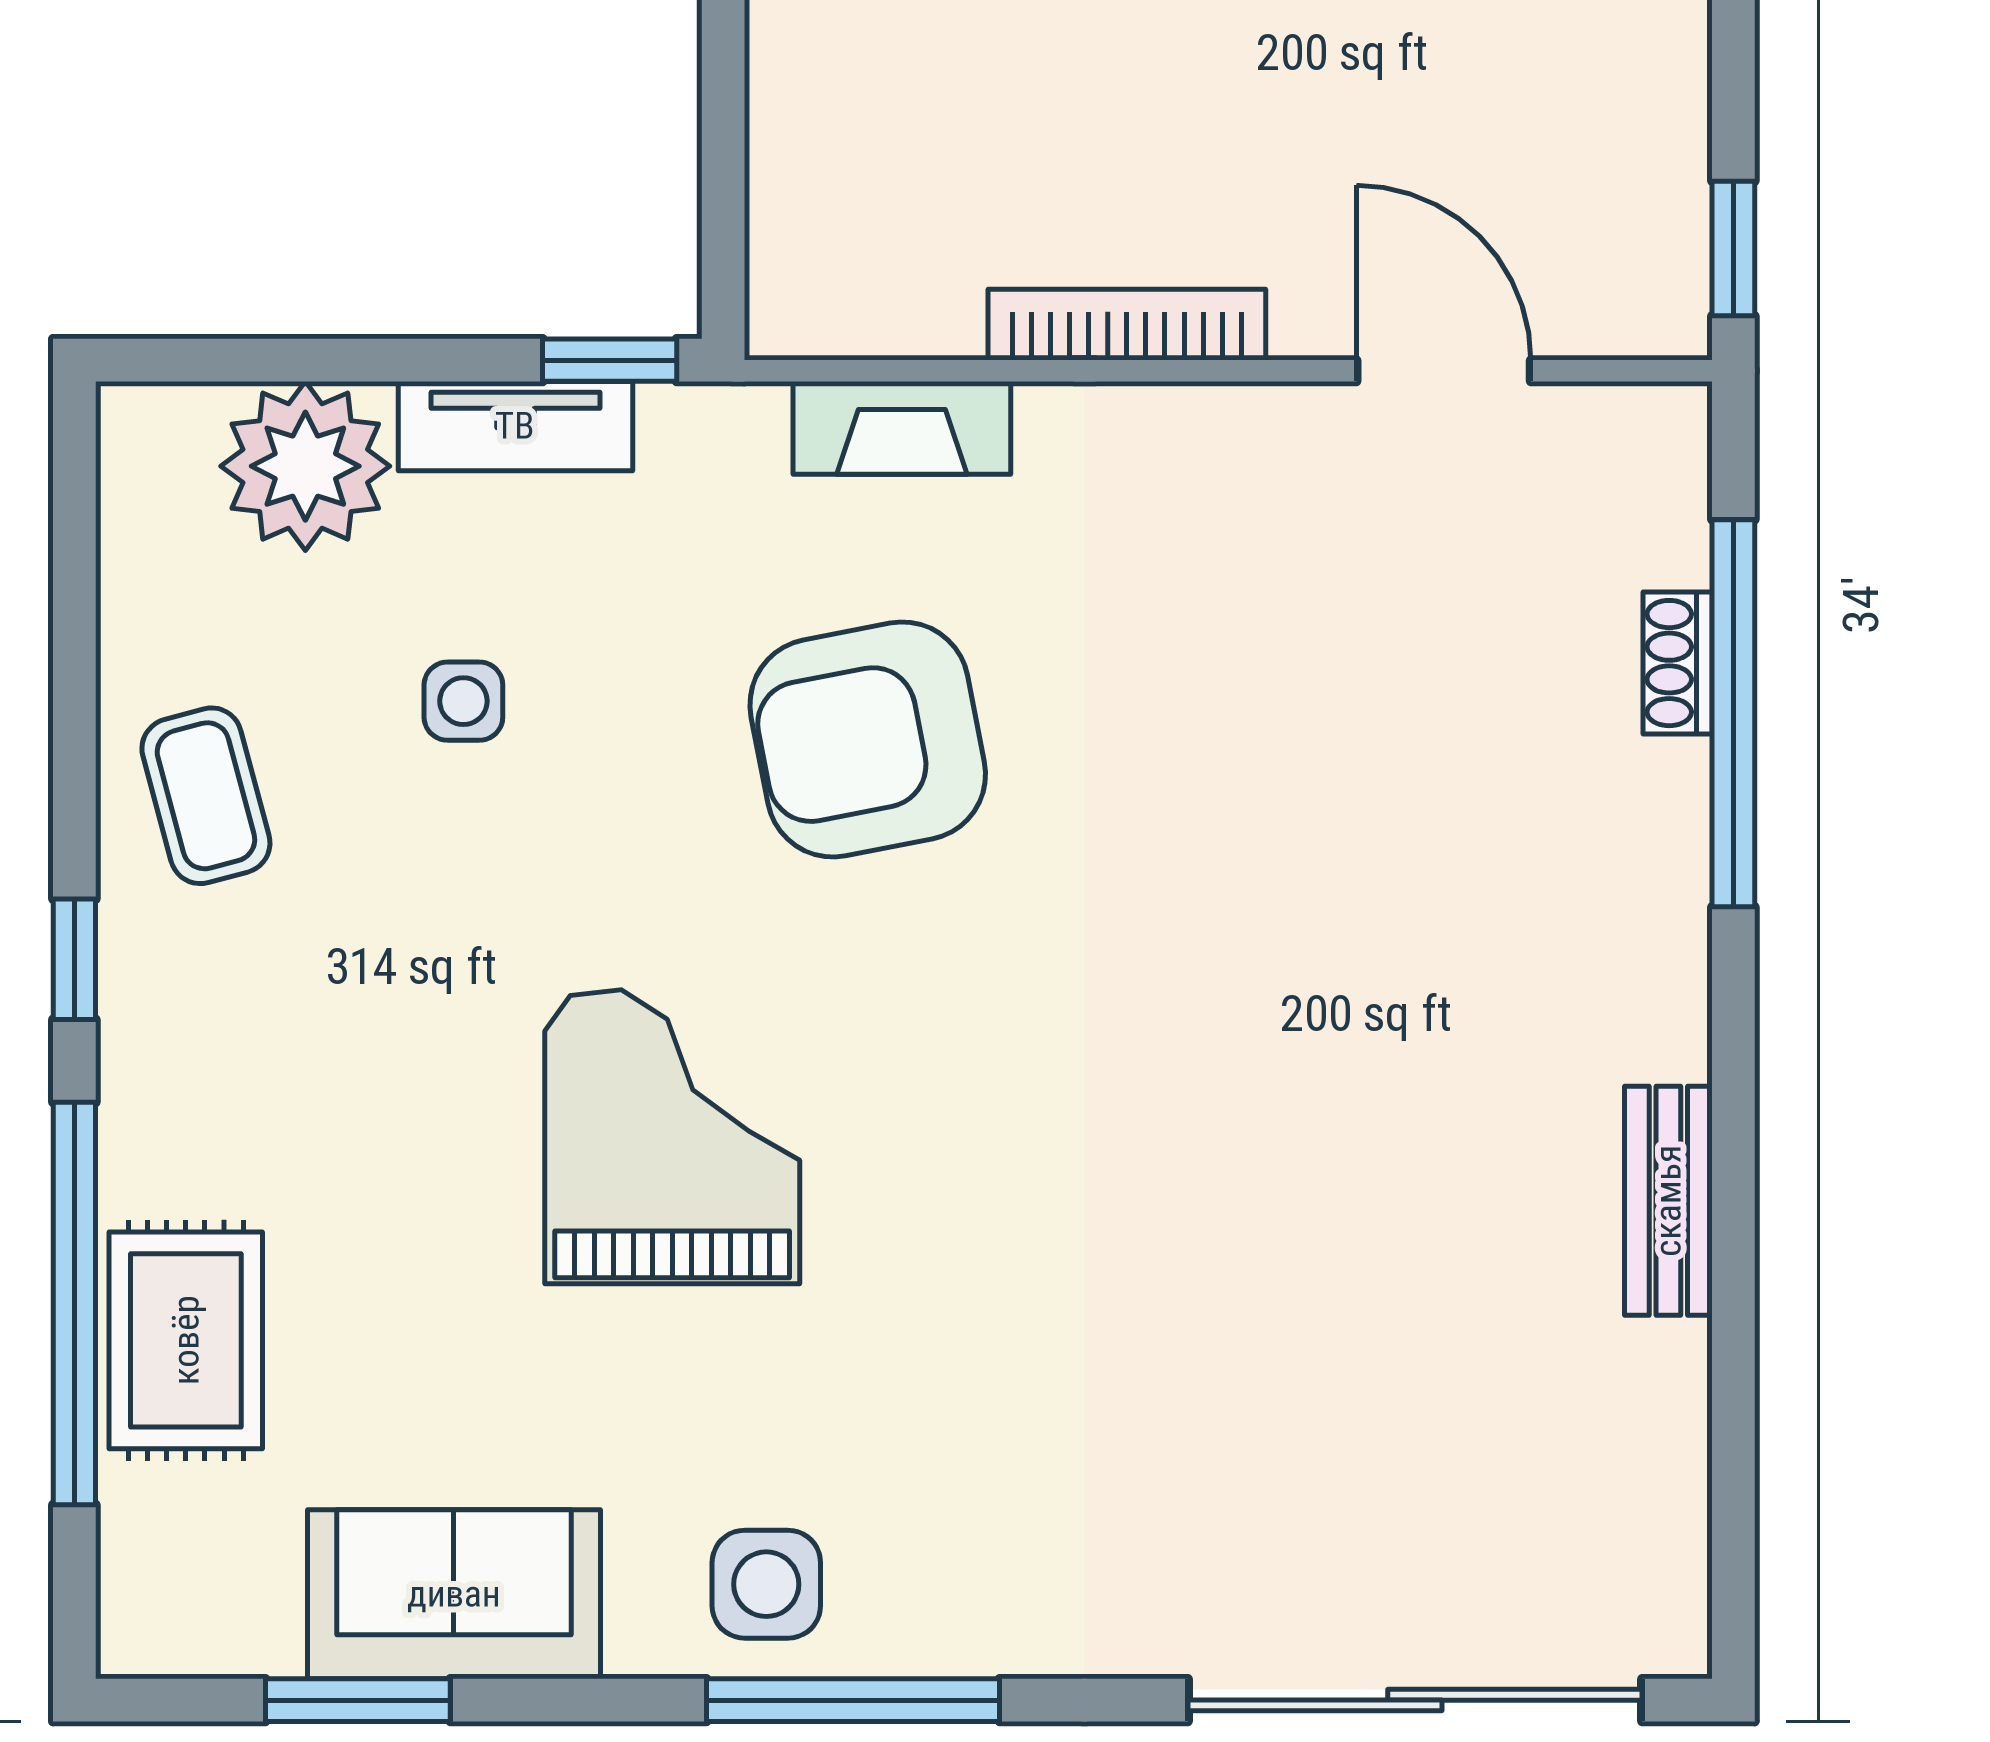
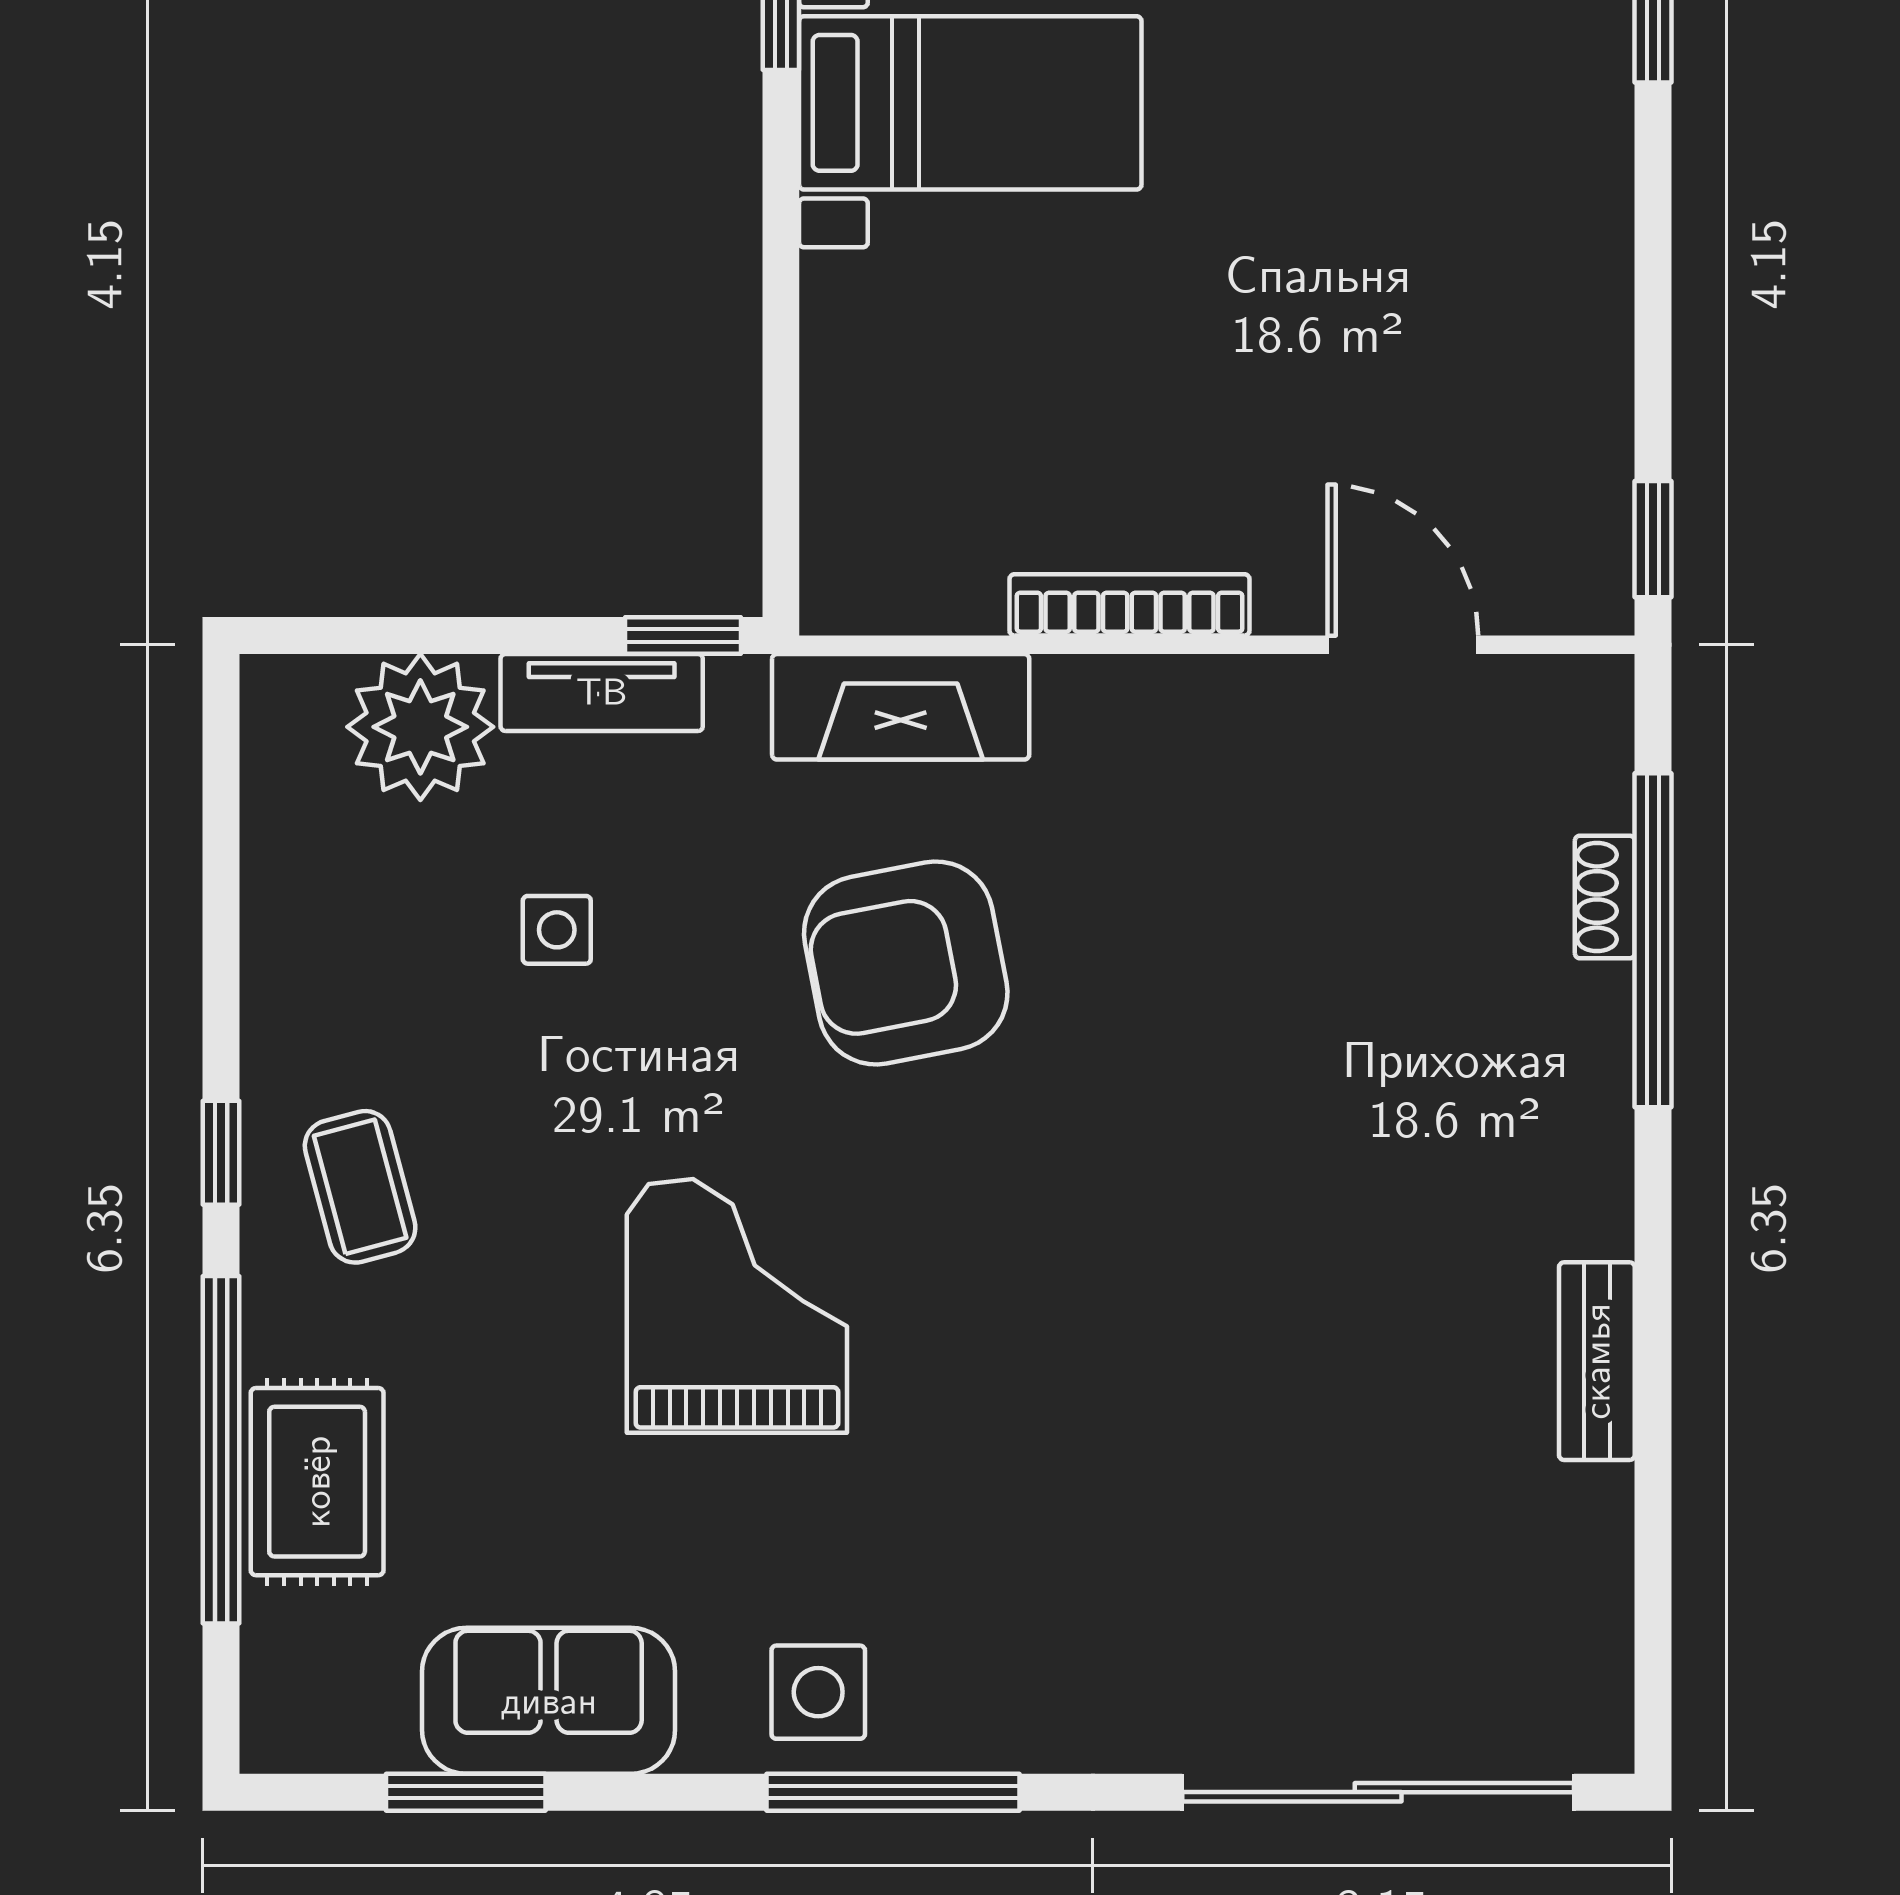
fireplace: (902, 428) -> (901, 707), width x1.37, depth x1.32
coffee table: (206, 796) -> (360, 1187), moved

